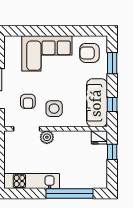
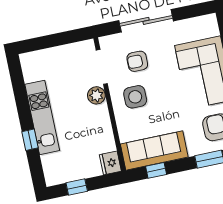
window: (112, 152) -> (77, 187), moved
kitchen unit: (32, 181) -> (42, 117), moved
window: (70, 194) -> (30, 140), width x0.32

